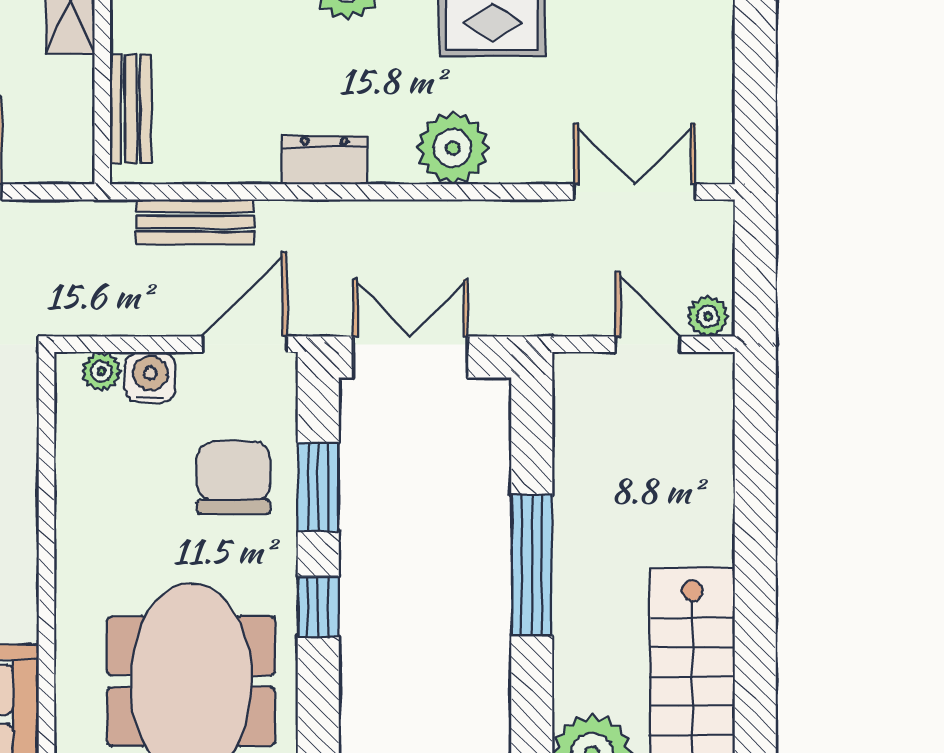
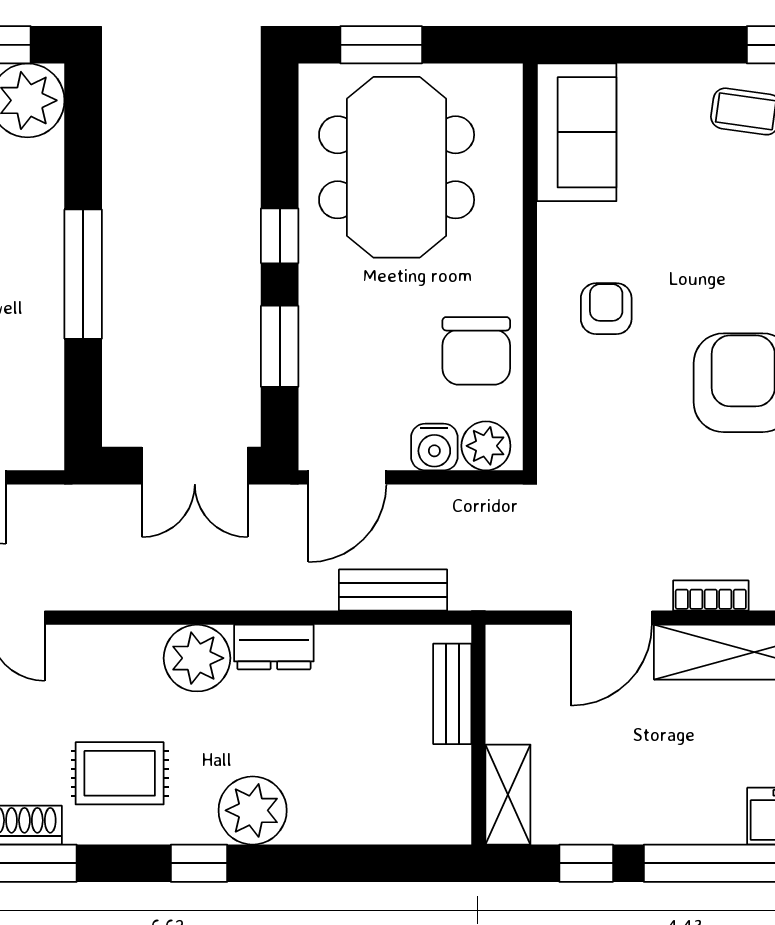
plant: (453, 148) -> (197, 658), moved
plant: (101, 371) -> (486, 446), width x1.38, depth x1.38
chair: (234, 478) -> (476, 351), moved

